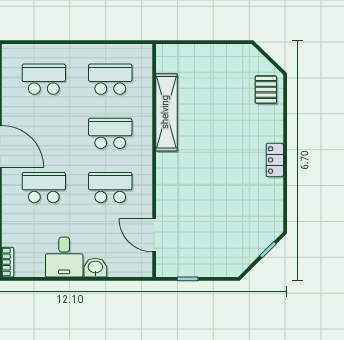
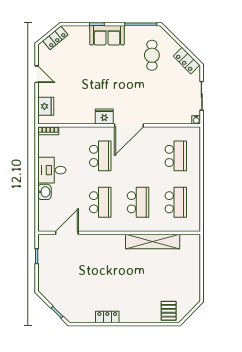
pallet: (266, 90) -> (169, 311), turned 90
locker: (275, 160) -> (107, 317), moved

